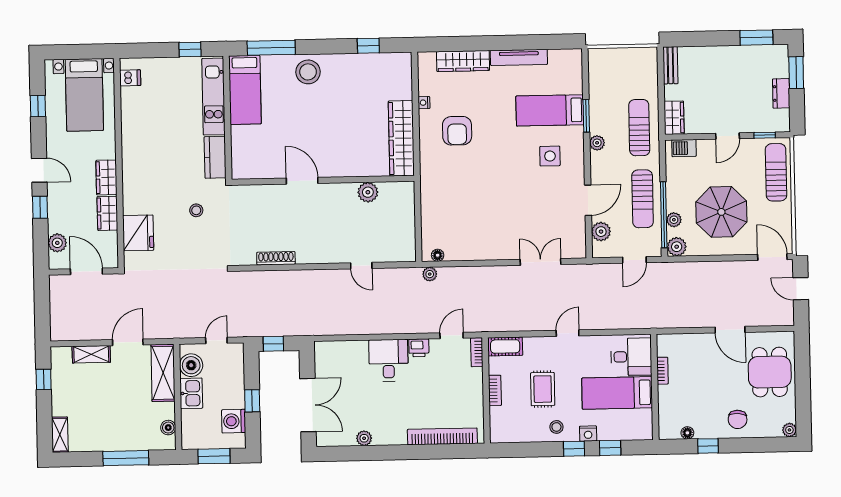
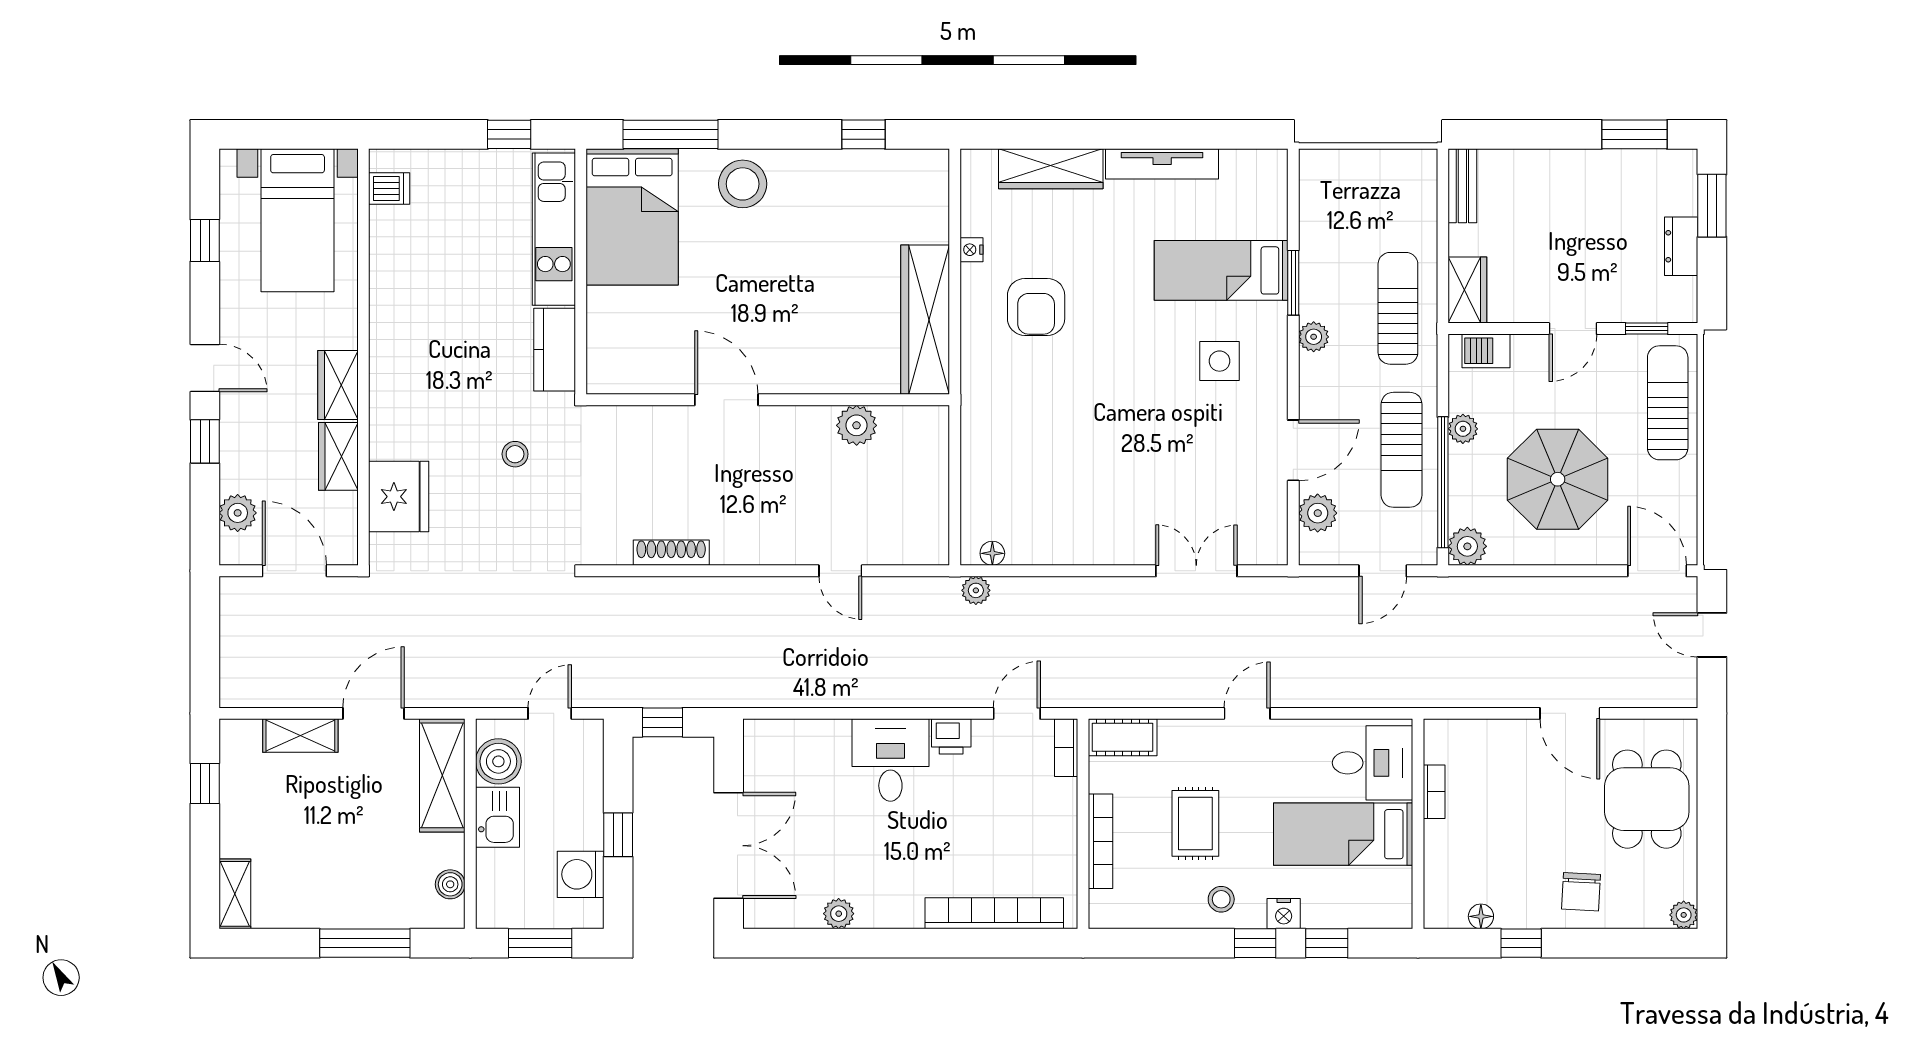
bed: (245, 90) -> (632, 217), width x1.50
plant: (674, 220) -> (1463, 429), moved
bookcase: (495, 390) -> (1101, 841), width x1.56

